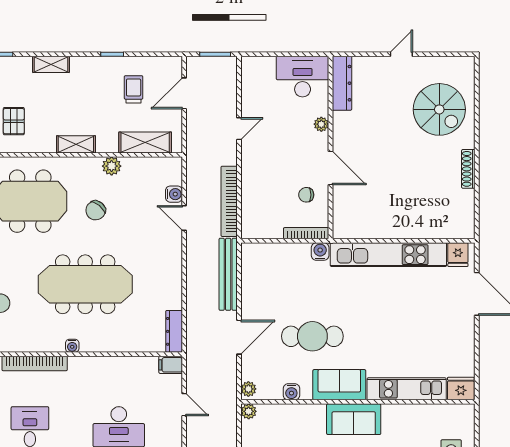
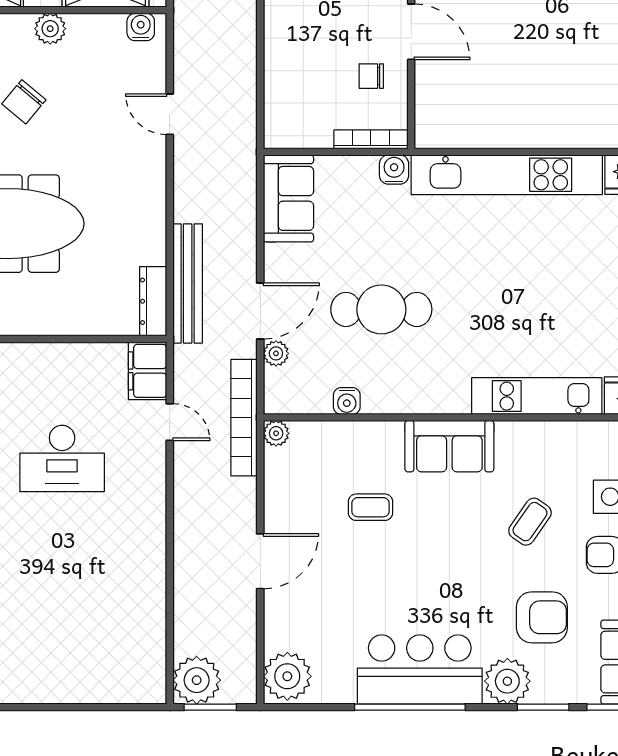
water cooler: (174, 194) -> (141, 27), moved, turned -90
bookcase: (229, 201) -> (244, 418), moved
bench: (228, 274) -> (188, 283), moved
filing cabinet: (171, 365) -> (147, 371), width x2.00
sofa: (339, 385) -> (288, 198), moved, turned 90
plant: (248, 389) -> (276, 353), moved

